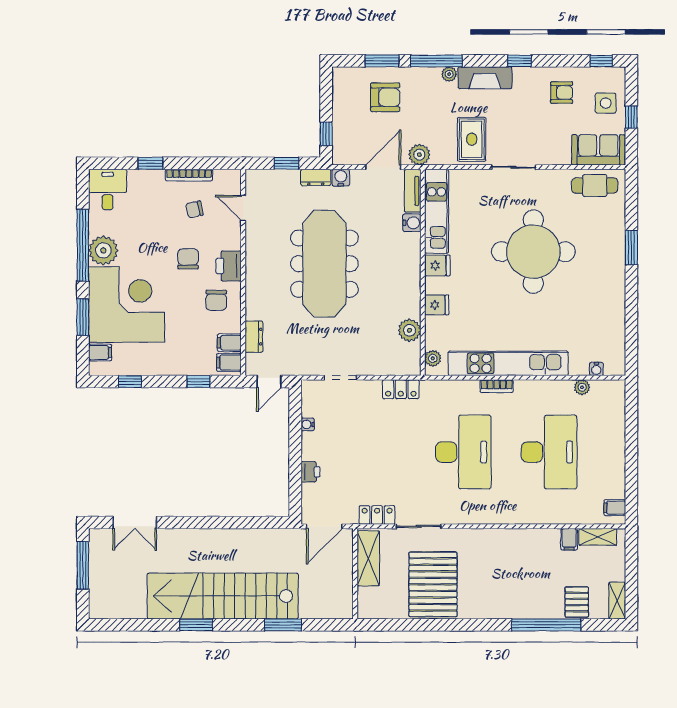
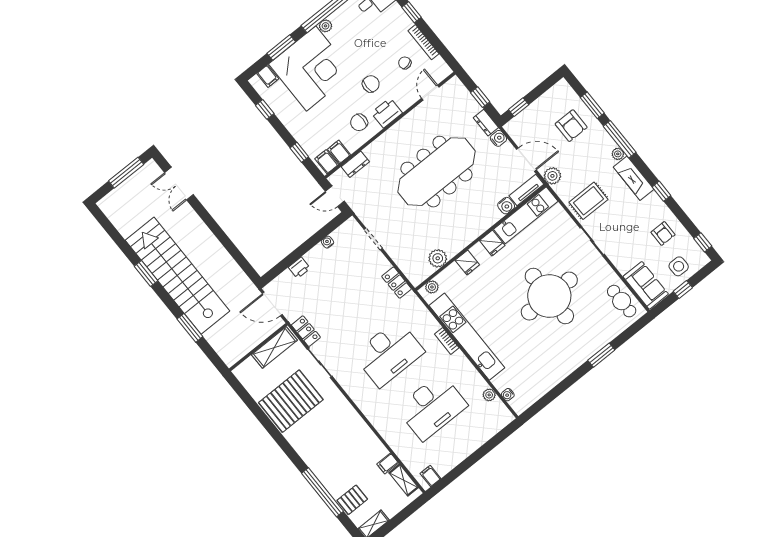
plant: (103, 250) -> (325, 26), width x0.53, depth x0.53

